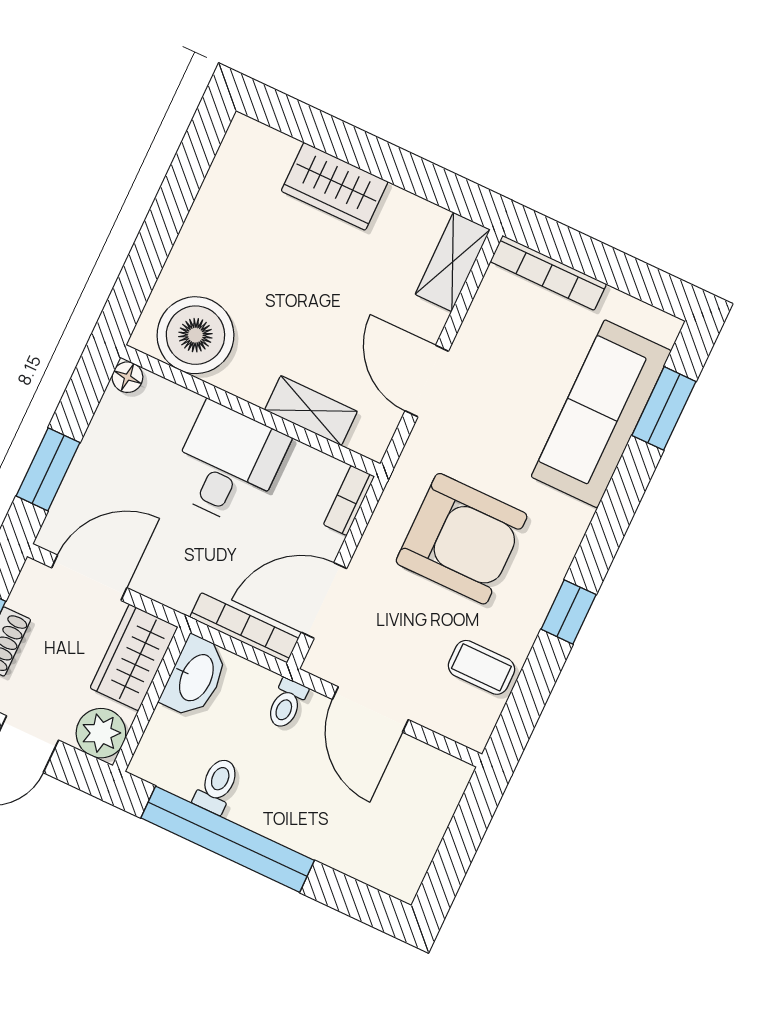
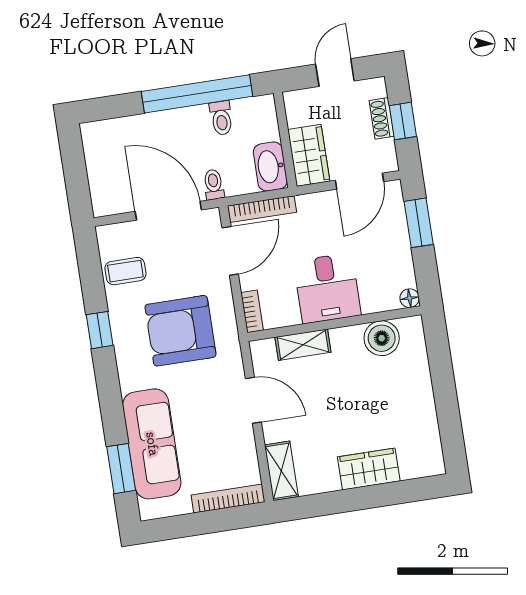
boiler: (195, 335) -> (382, 338), width x0.73, depth x0.73
door: (370, 709) -> (168, 211), width x1.36
plant: (101, 733) -> (299, 105), removed

